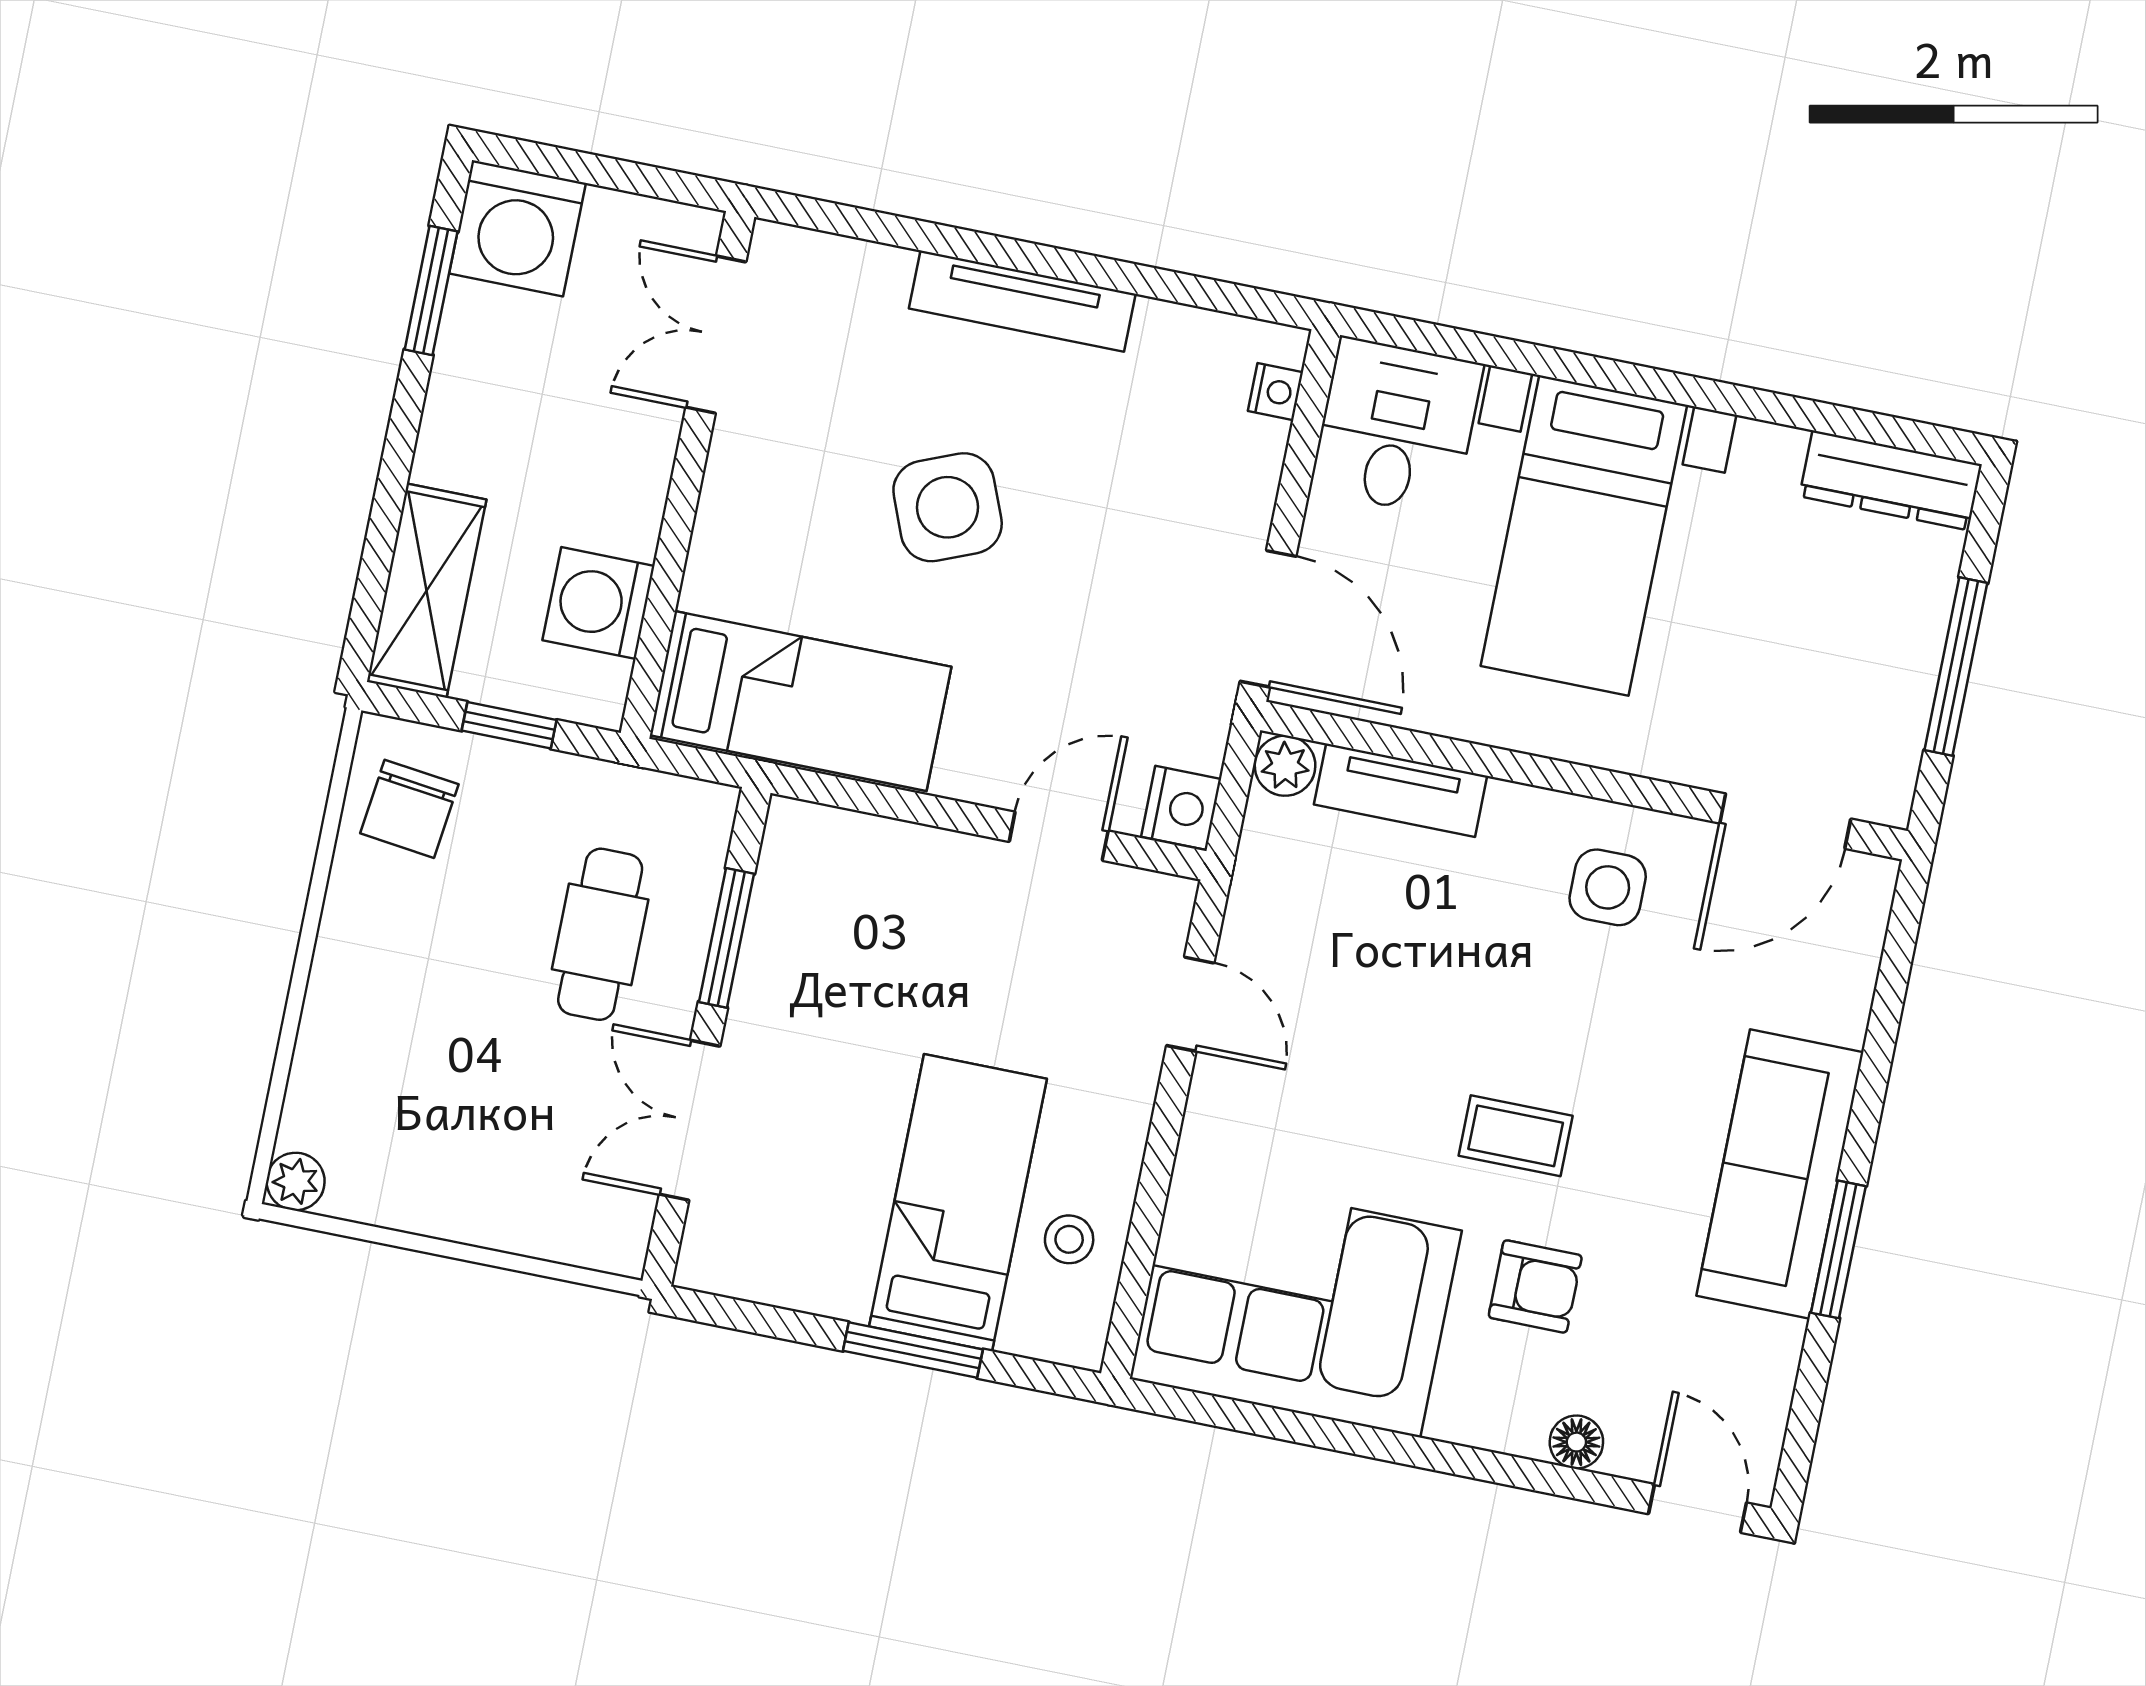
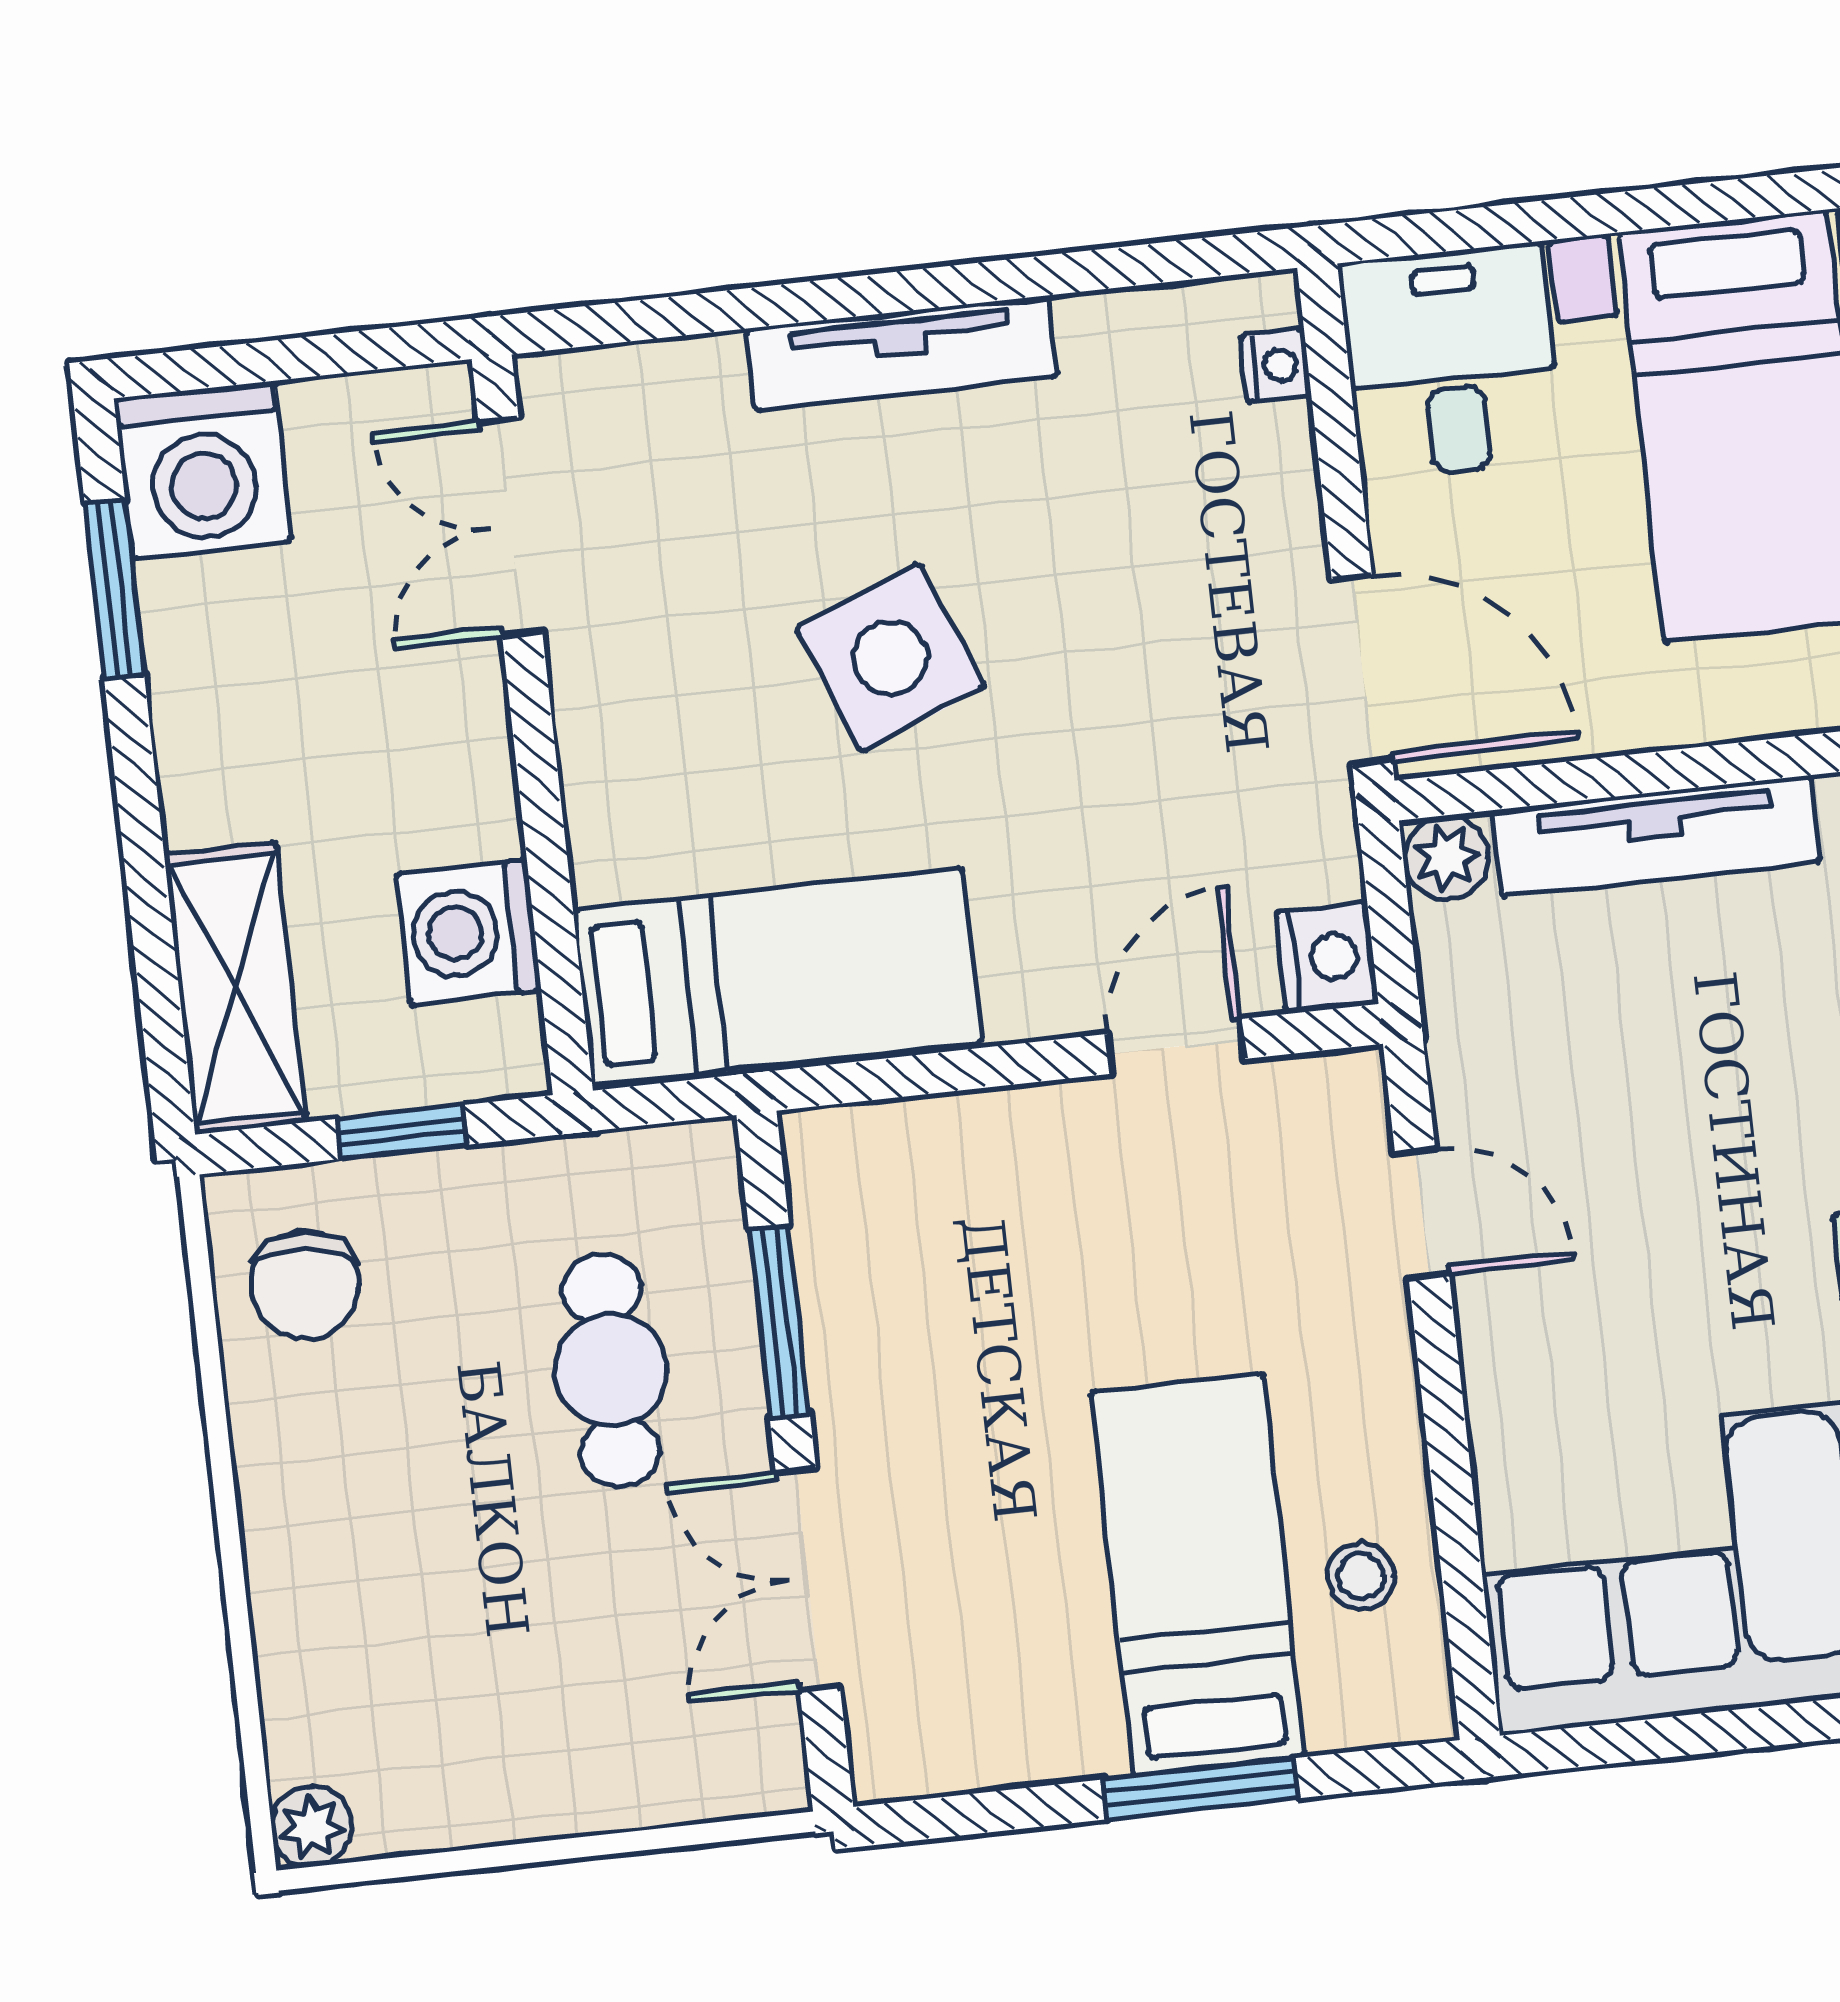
tv unit: (1401, 790) -> (1656, 836), width x1.41

